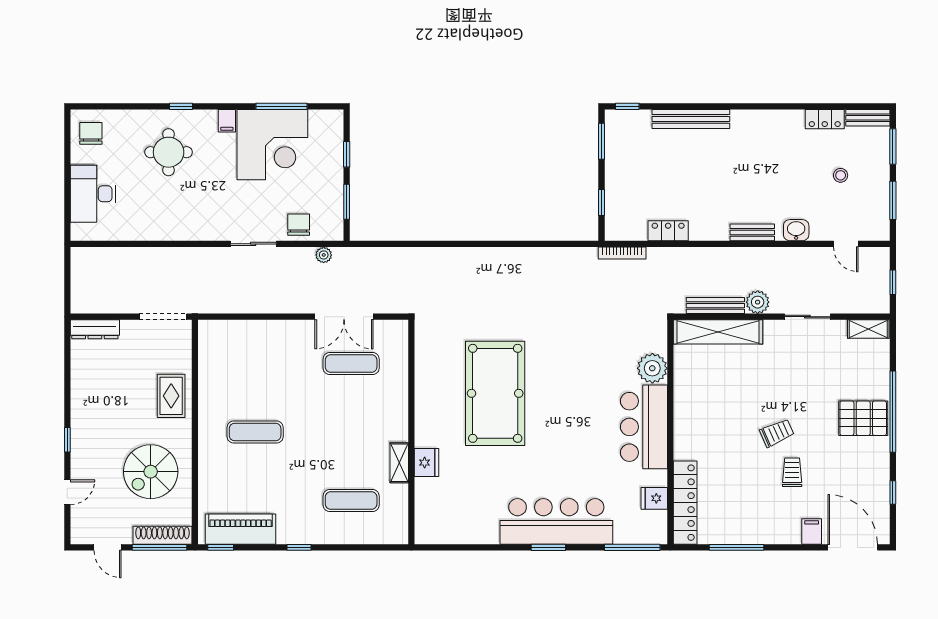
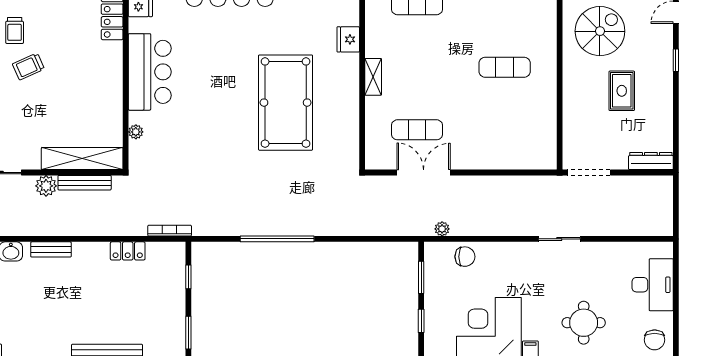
chair: (299, 225) -> (465, 257), turned -90
sliding door: (253, 244) -> (559, 239), moved
window: (504, 244) -> (277, 239), added
plant: (652, 368) -> (136, 132), width x0.53, depth x0.53
rug: (171, 396) -> (622, 91), moved
shelving: (399, 463) -> (373, 77), moved

